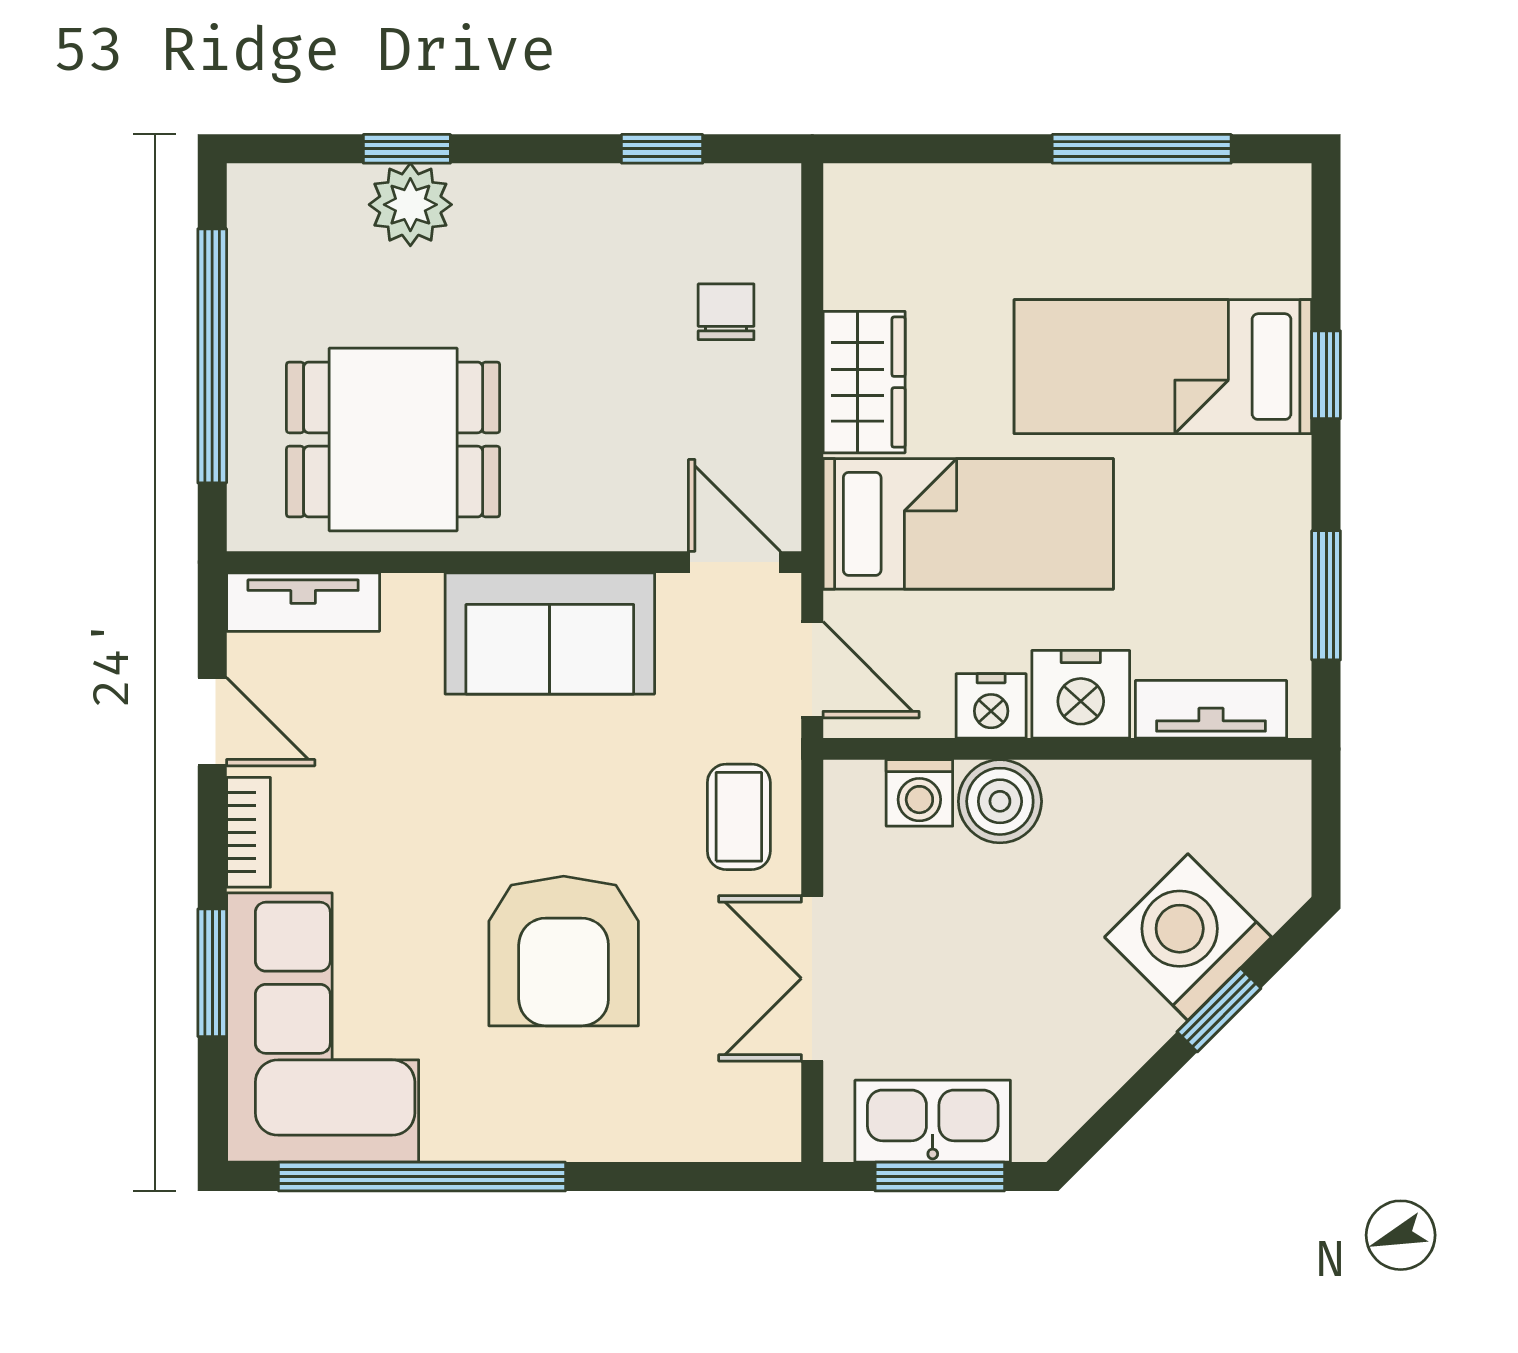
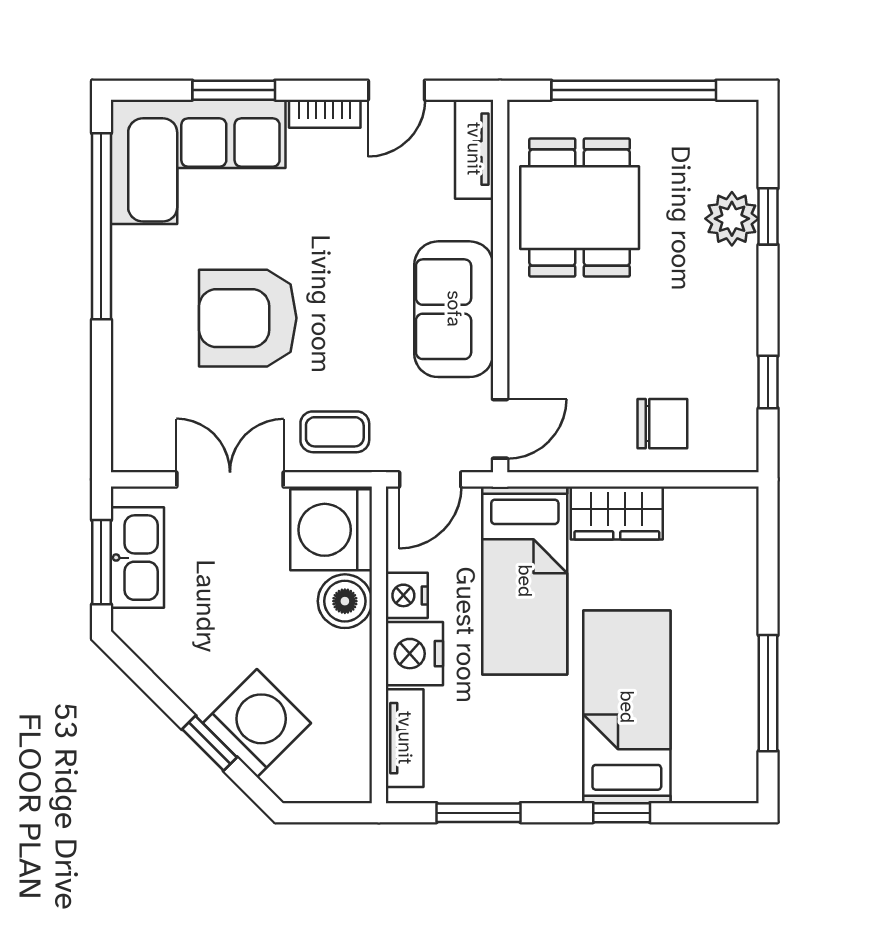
chair: (726, 312) -> (662, 424), width x1.37, depth x1.37
washing machine: (919, 793) -> (331, 530), width x1.89, depth x1.89

